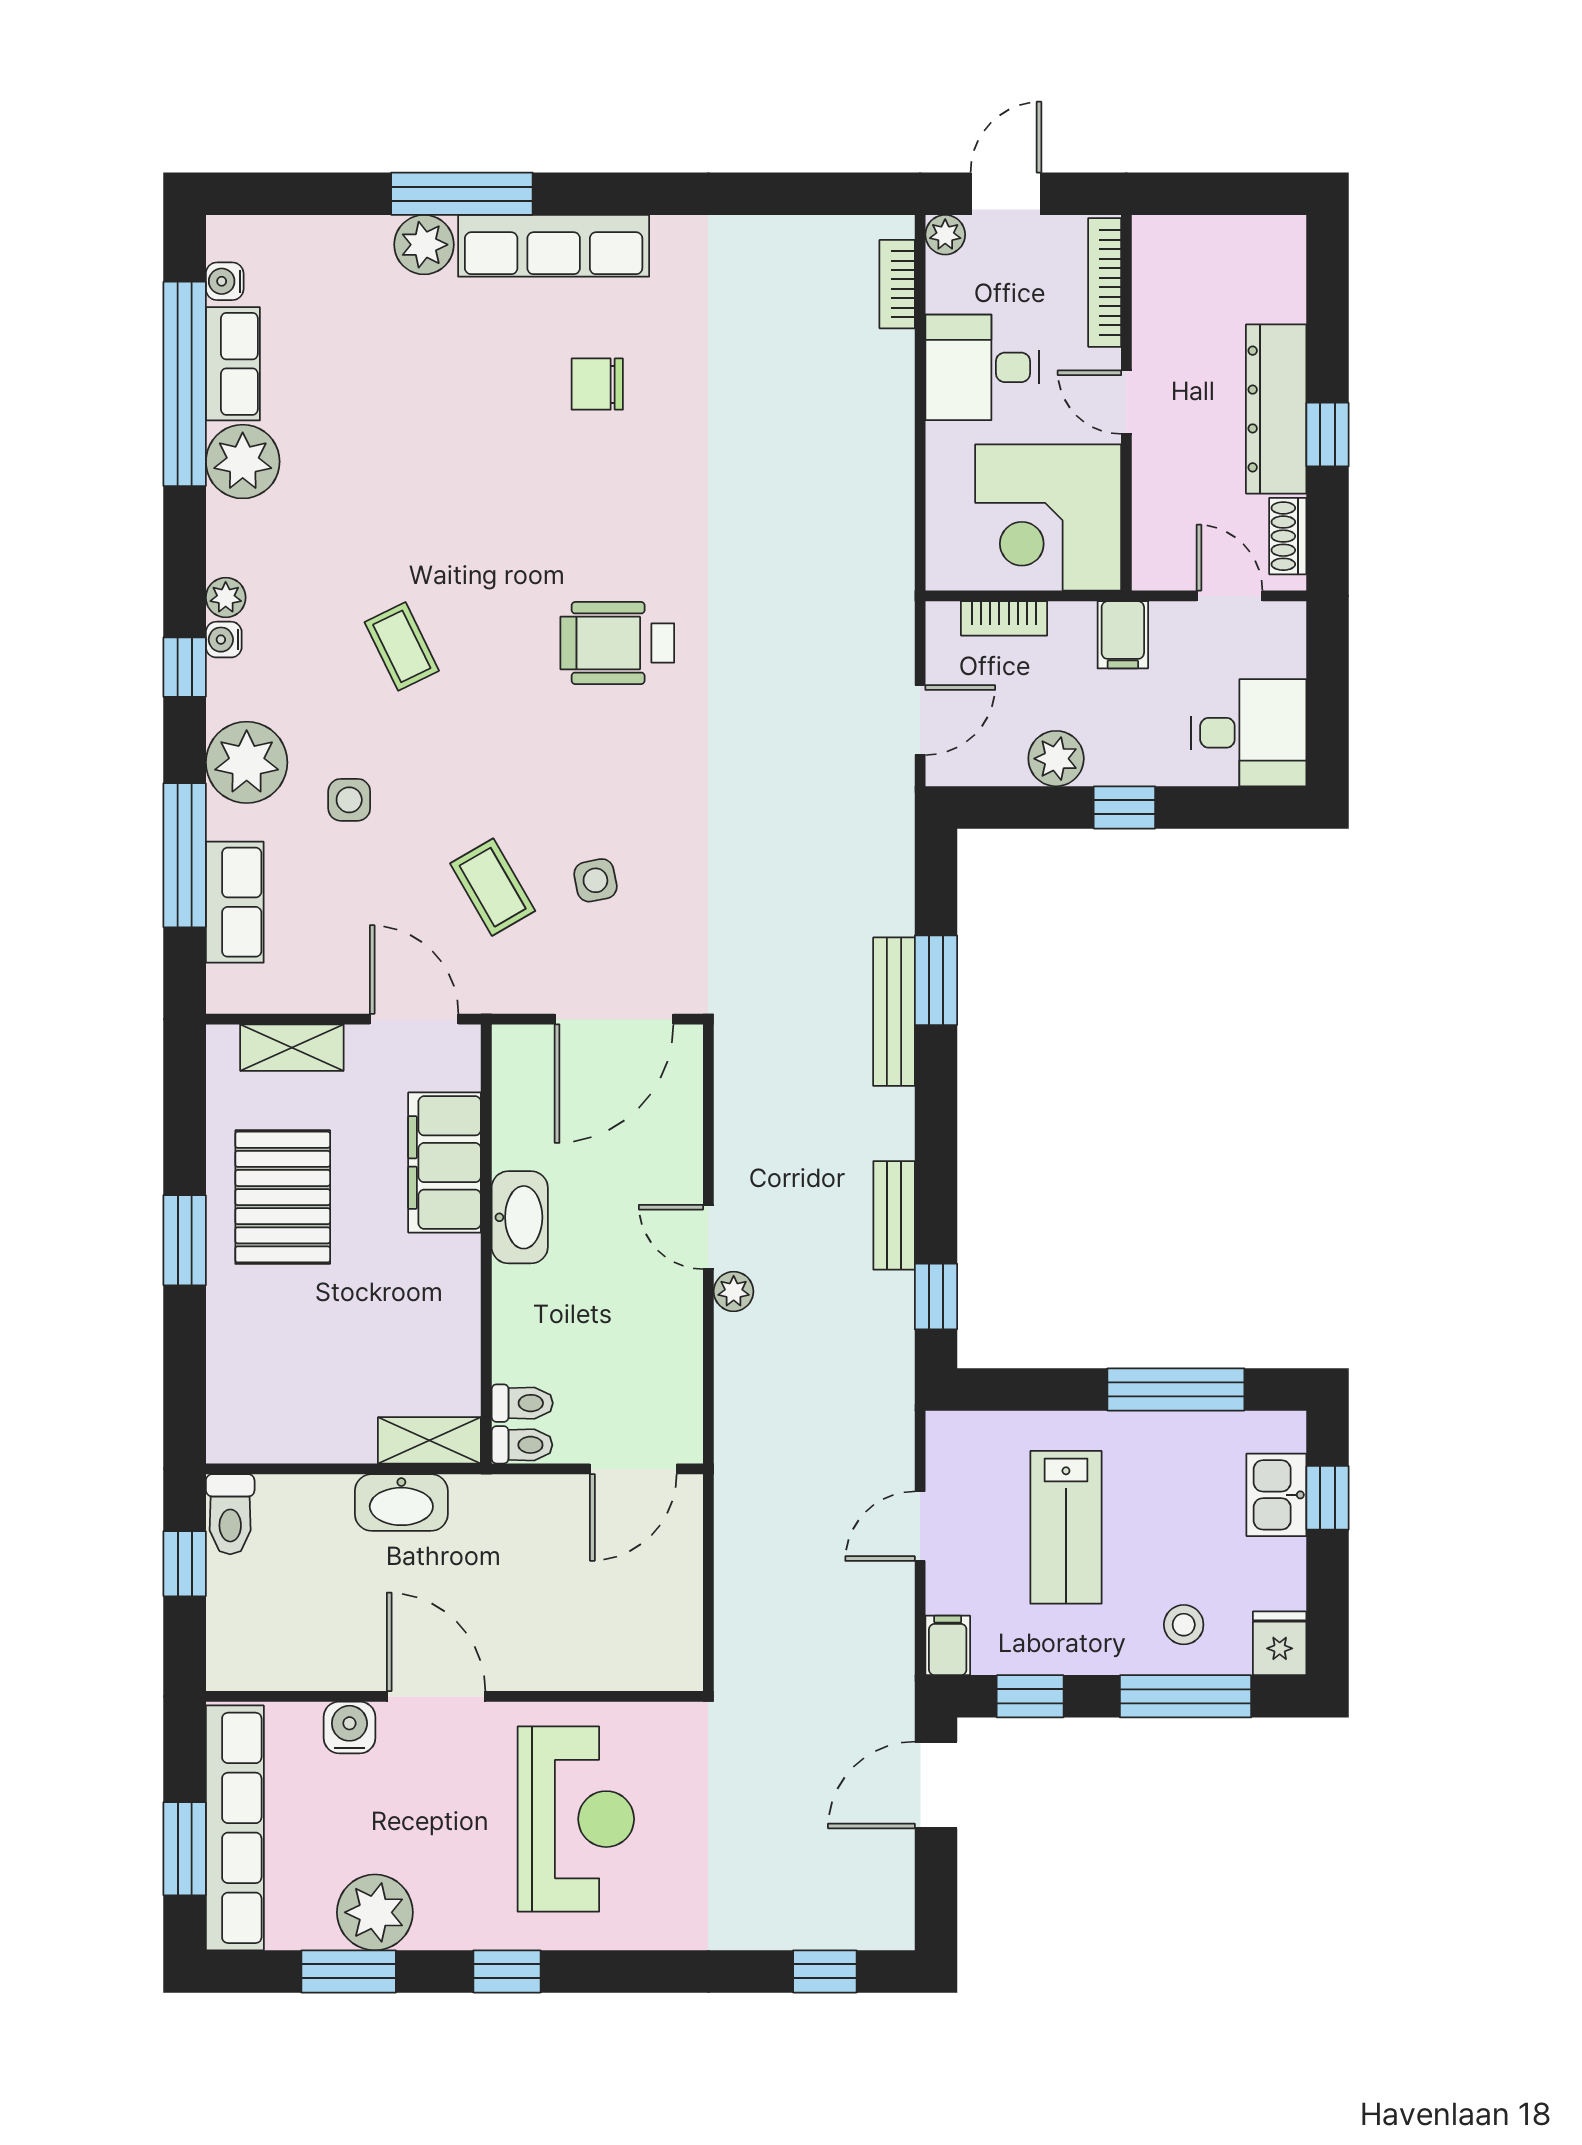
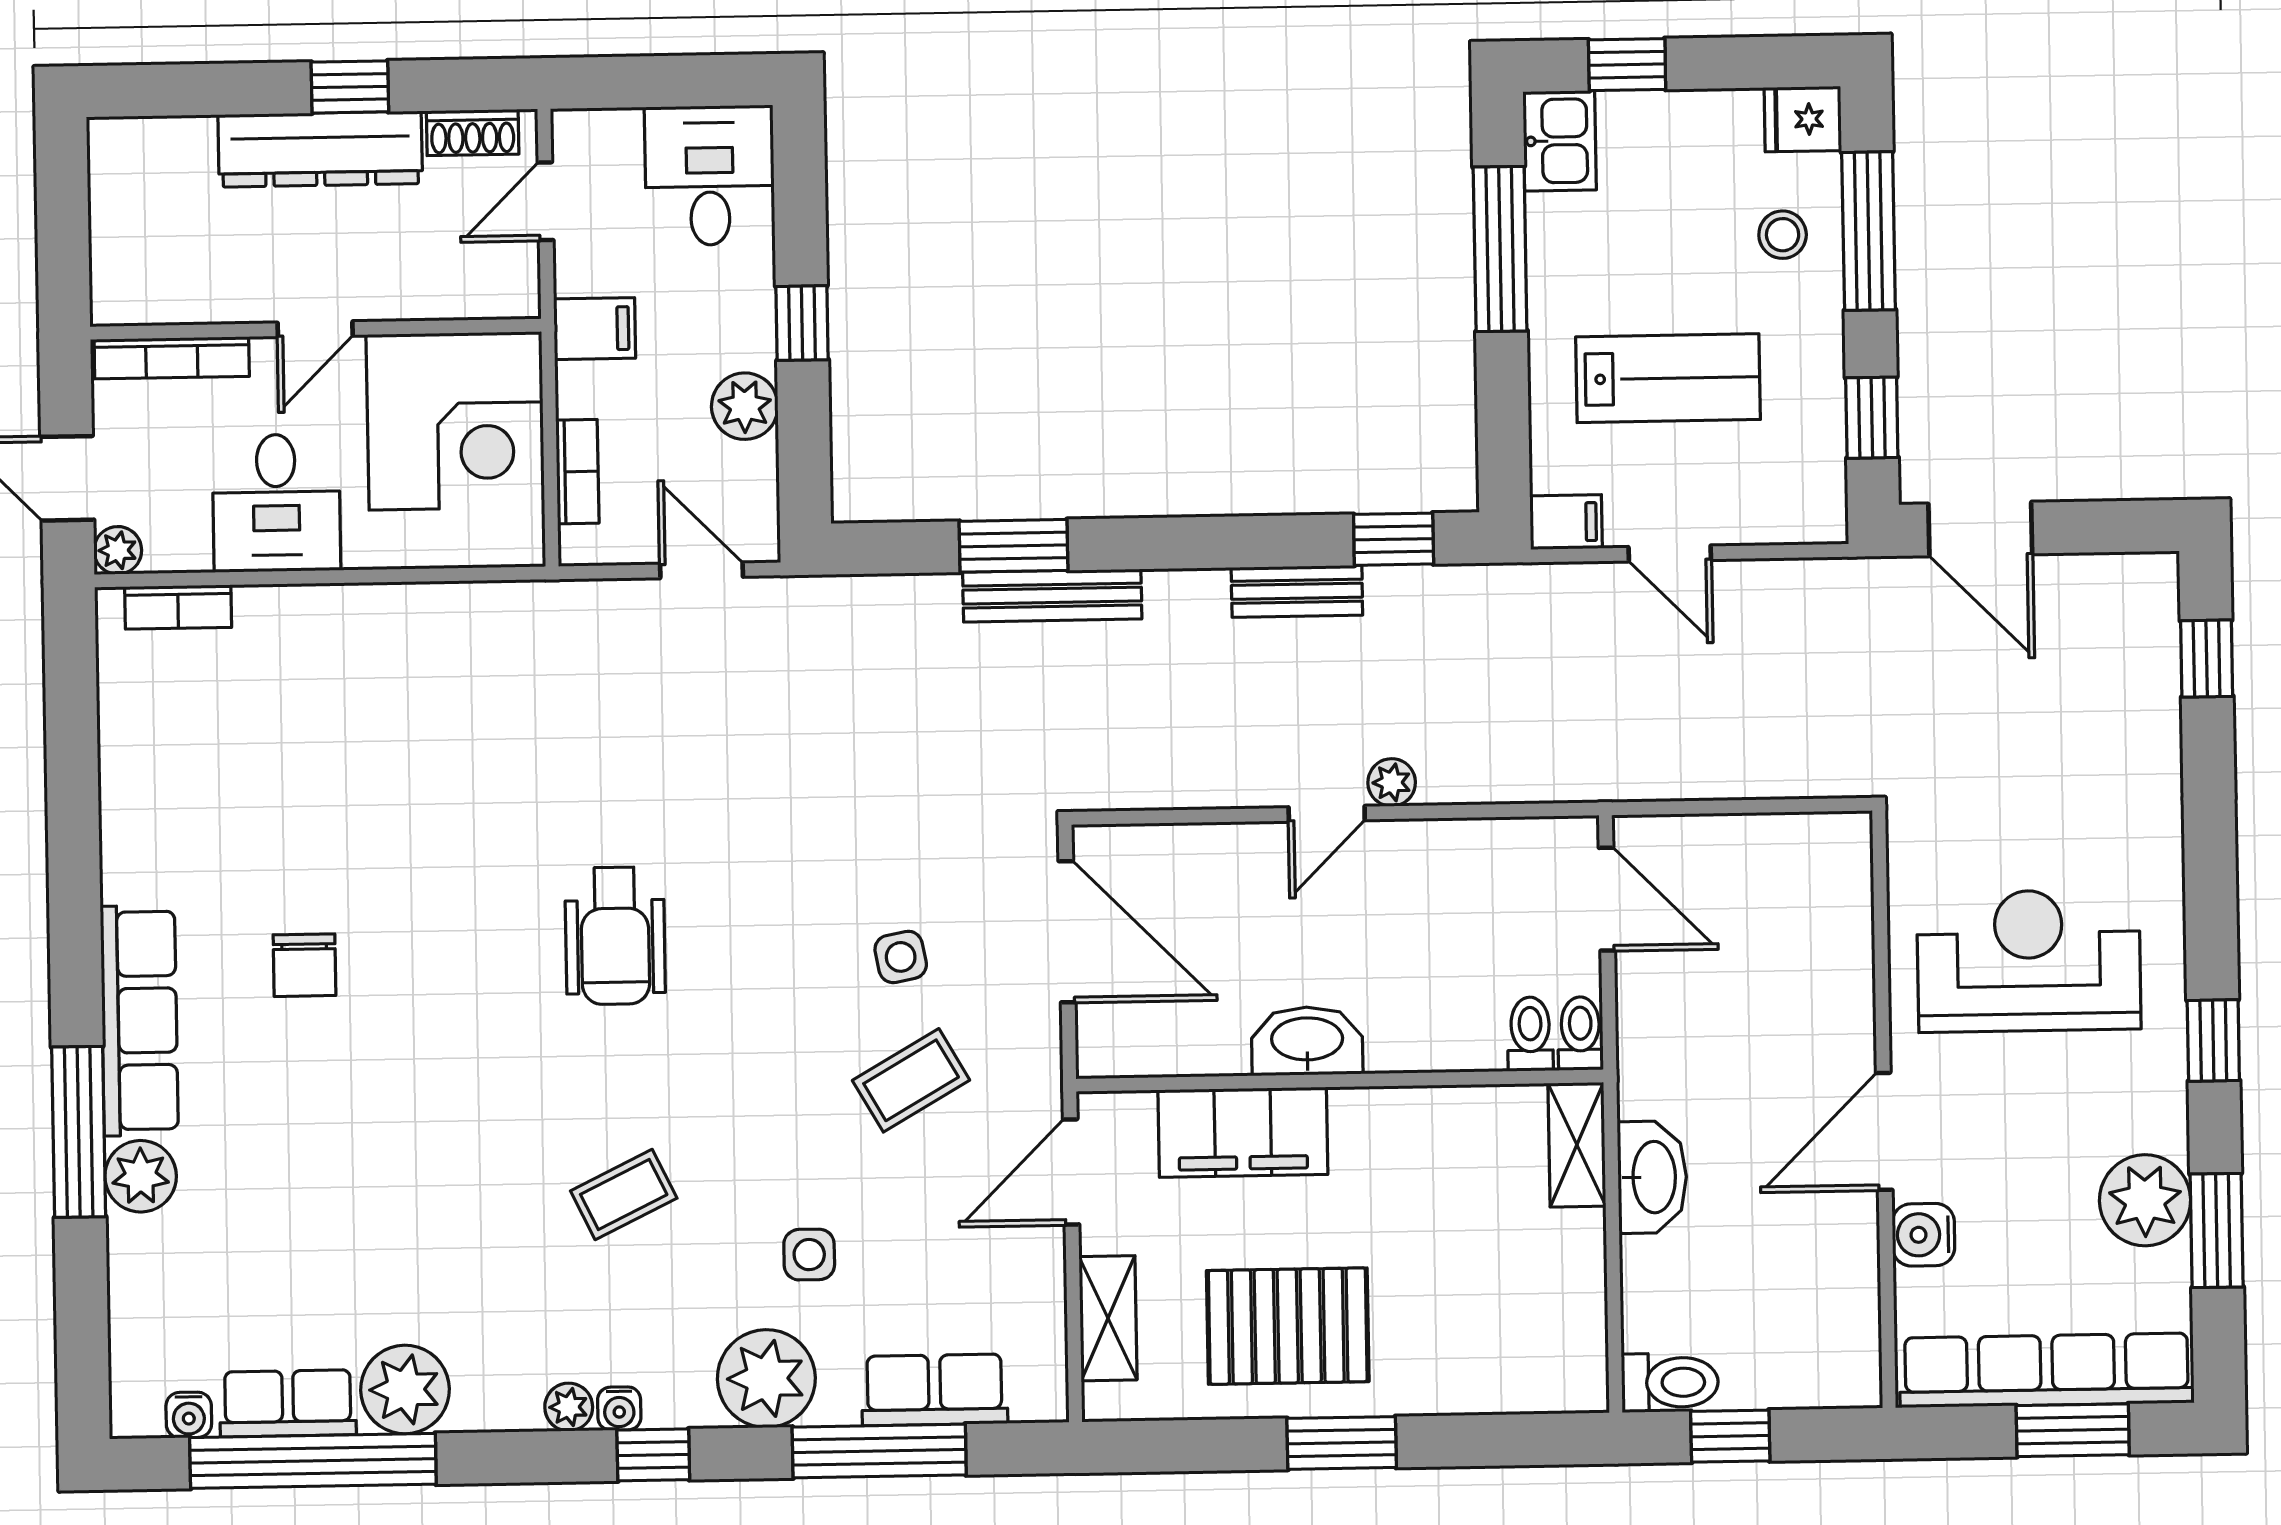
kitchen sink: (1276, 1495) -> (1560, 141), moved, turned -90
filing cabinet: (948, 1645) -> (1566, 522), moved, turned 180

